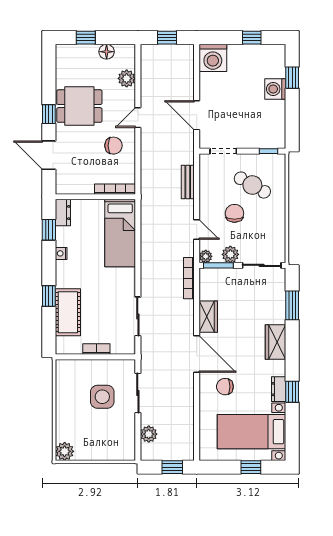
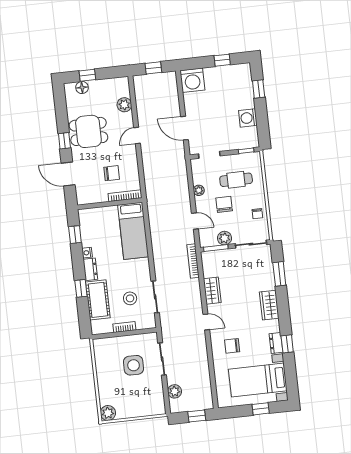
floor lamp: (107, 52) -> (82, 87), moved
washing machine: (275, 89) -> (248, 118), moved
chair: (113, 146) -> (112, 173), moved
bench: (188, 182) -> (183, 183), removed
cafe table: (252, 185) -> (236, 180), turned -30
dresser: (63, 213) -> (90, 269), moved
chair: (274, 229) -> (257, 214), added
plant: (206, 256) -> (199, 190), moved
stool: (107, 315) -> (130, 298), added
door: (197, 354) -> (206, 322), width x0.53

